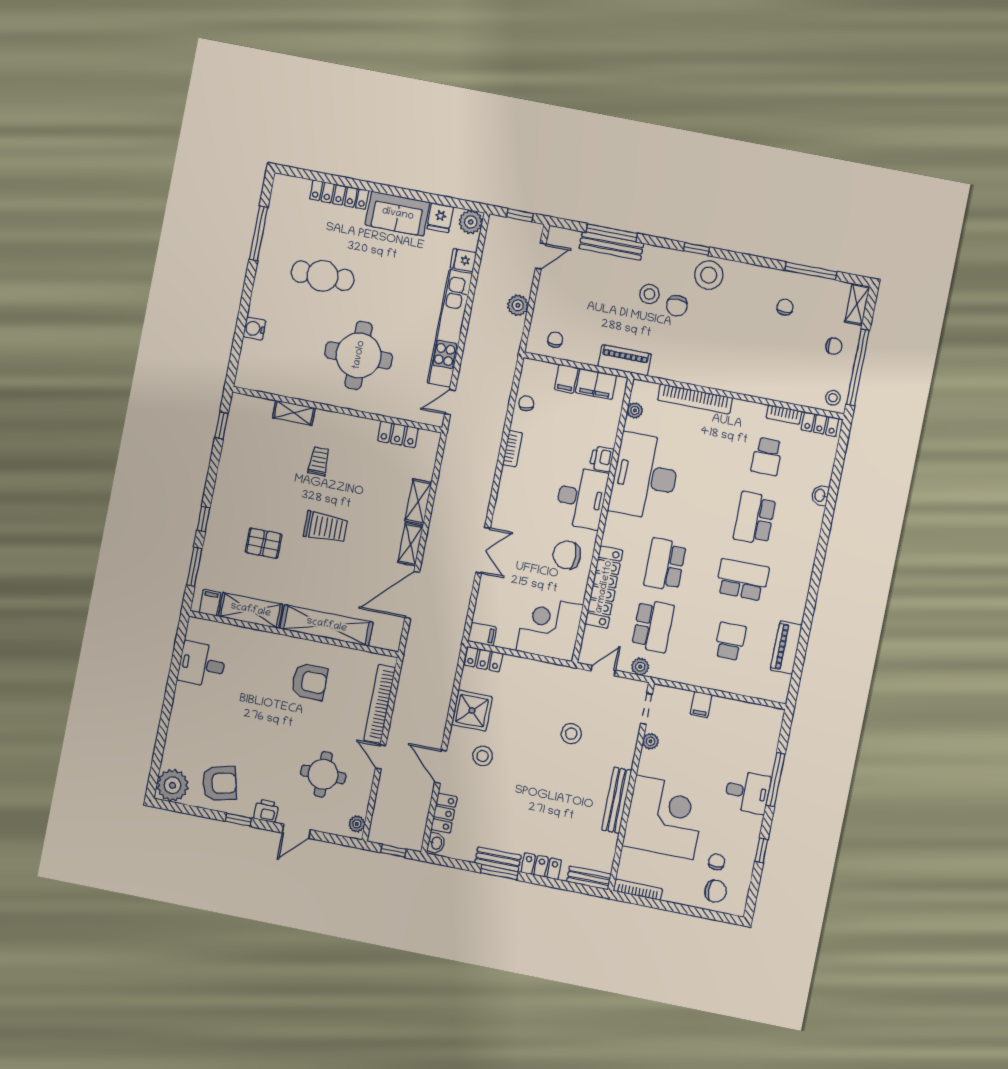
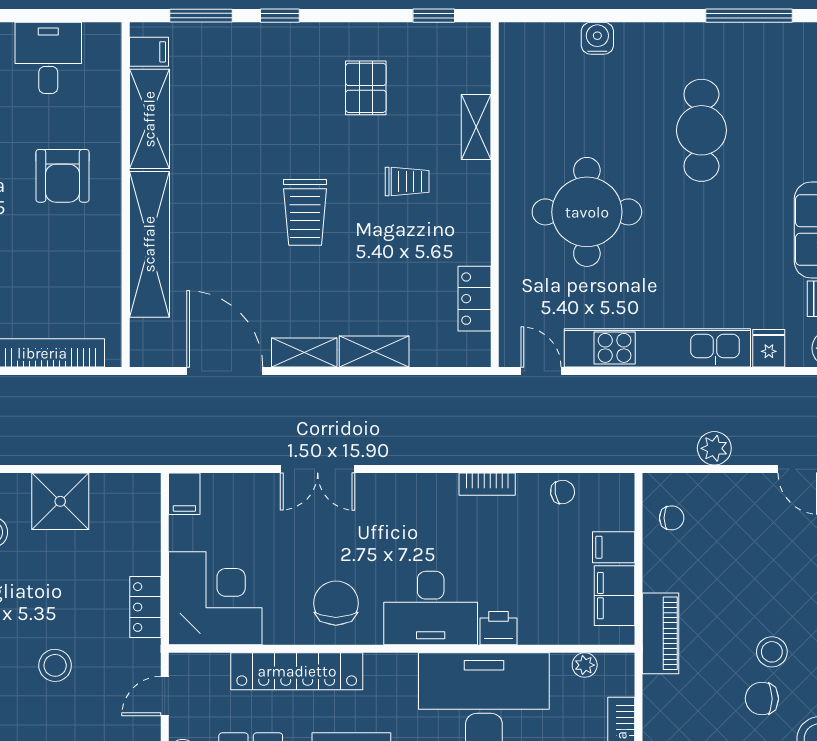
pallet: (264, 543) -> (366, 88), moved
locker: (483, 659) -> (145, 607), moved
door: (603, 671) -> (165, 696), swing flipped
armchair: (309, 682) -> (63, 176), moved

